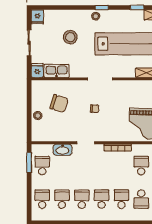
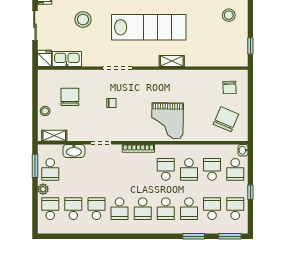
chair: (59, 104) -> (70, 97), turned -107
shelving: (46, 137) -> (54, 136), added
school desk: (42, 166) -> (50, 169), turned 180
plant: (36, 182) -> (43, 189), added
school desk: (102, 199) -> (120, 209), turned 180
school desk: (121, 199) -> (143, 209), turned 180

